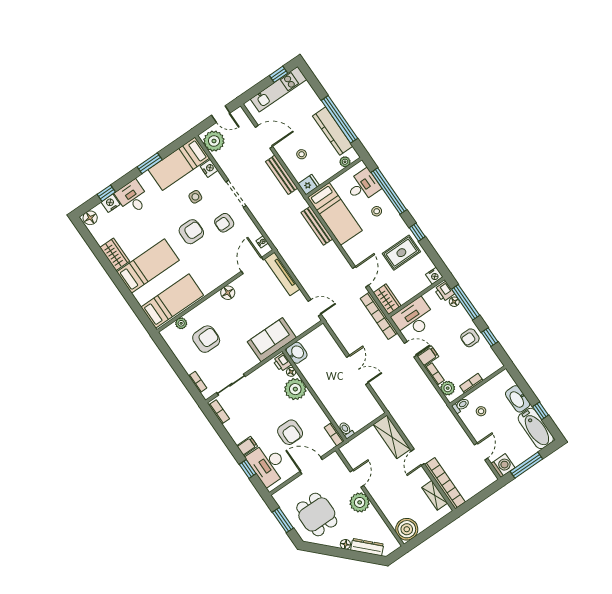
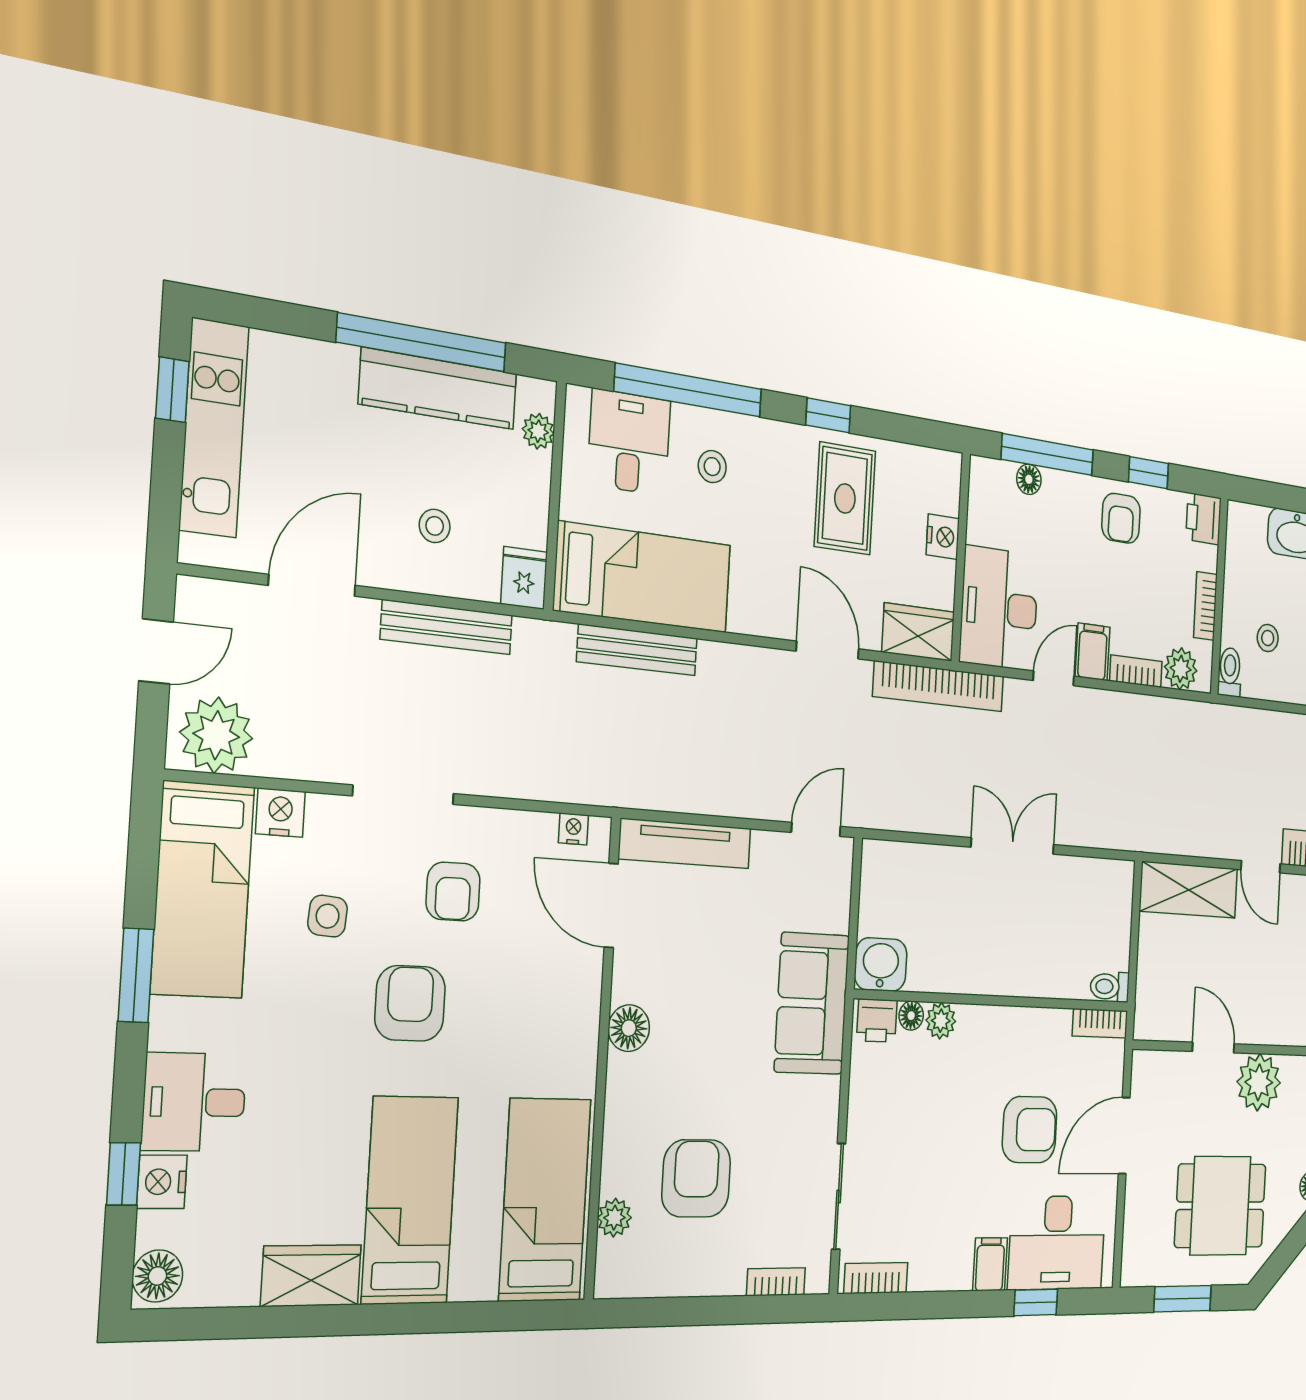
nightstand: (434, 276) -> (943, 537), moved
printer: (444, 292) -> (1203, 519), moved, turned 90
plant: (295, 389) -> (941, 1021), width x0.53, depth x0.53

